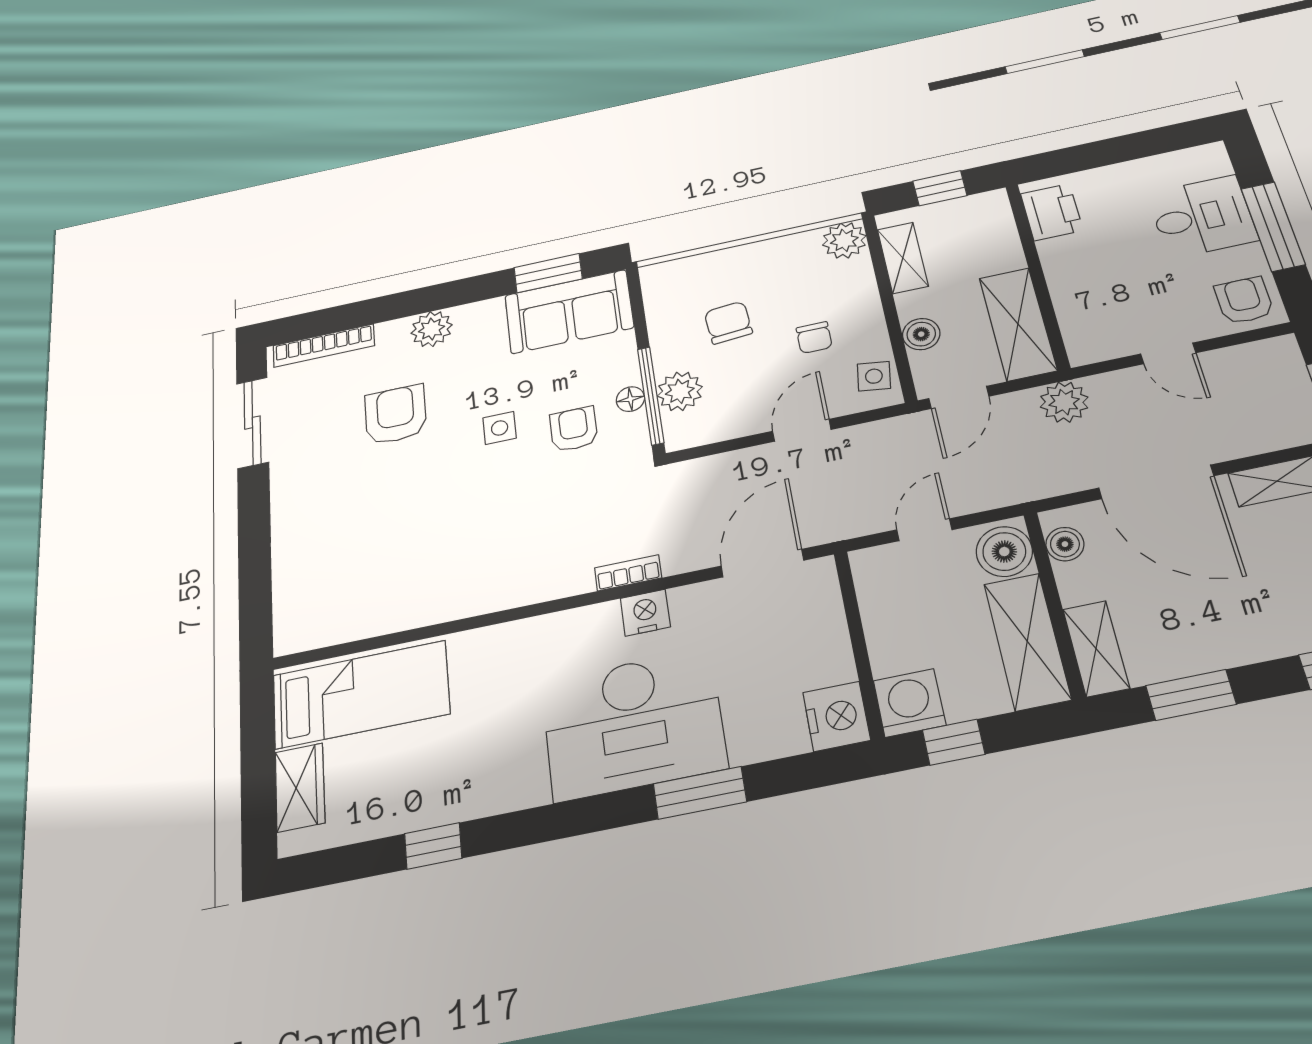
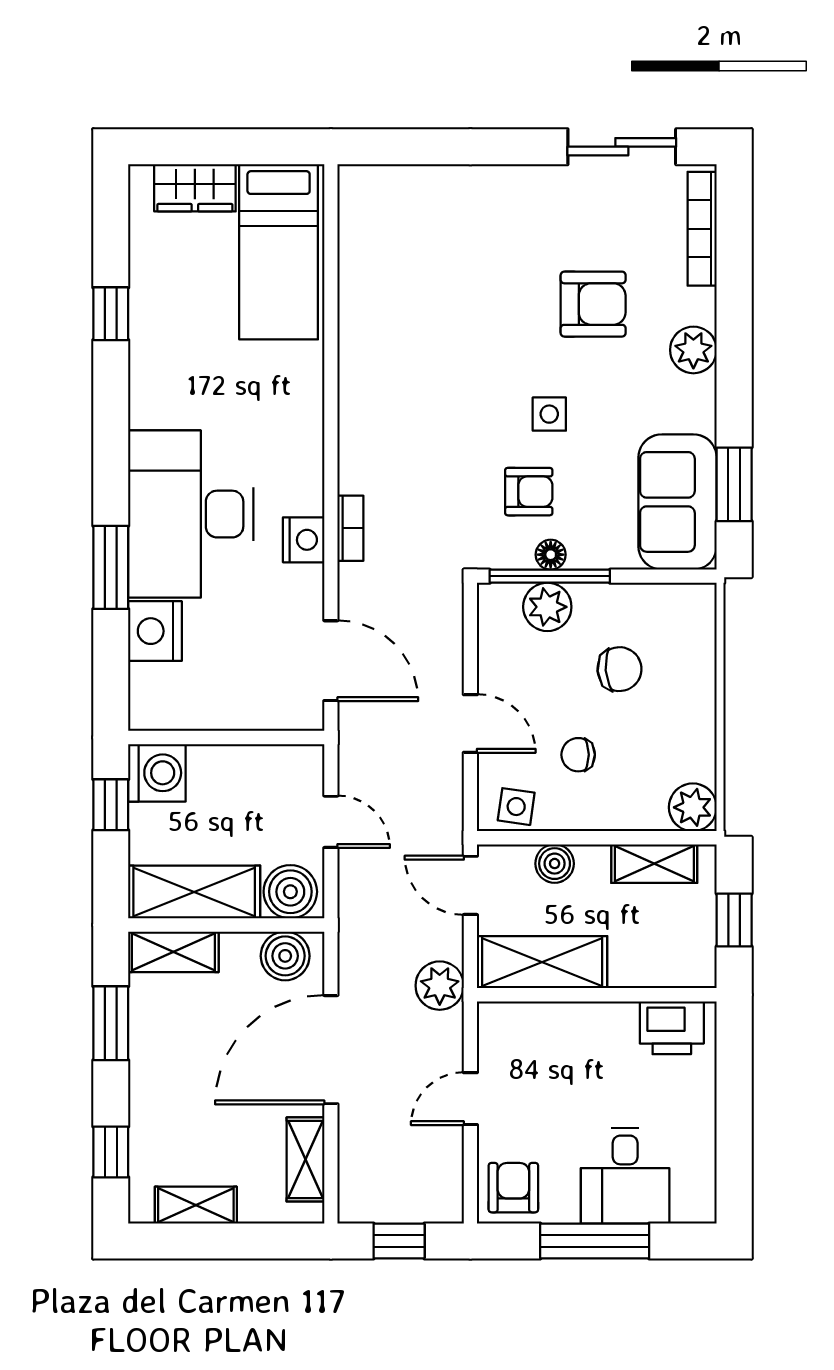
armchair: (1244, 300) -> (513, 1188), turned -90
boiler: (1065, 544) -> (285, 956), width x1.36, depth x1.36
nightstand: (837, 716) -> (155, 631), moved, turned 90

